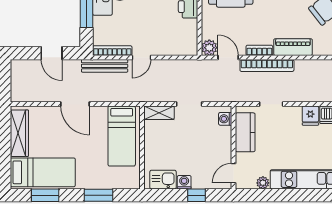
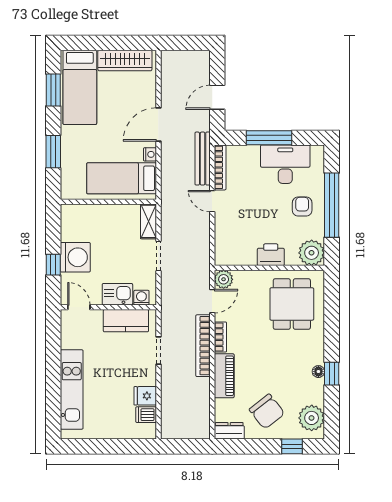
nightstand: (101, 111) -> (150, 154), added
kitchen sink: (163, 180) -> (117, 294), moved, turned -90
washing machine: (184, 182) -> (75, 257), width x1.89, depth x1.89
plant: (263, 183) -> (68, 341), removed

